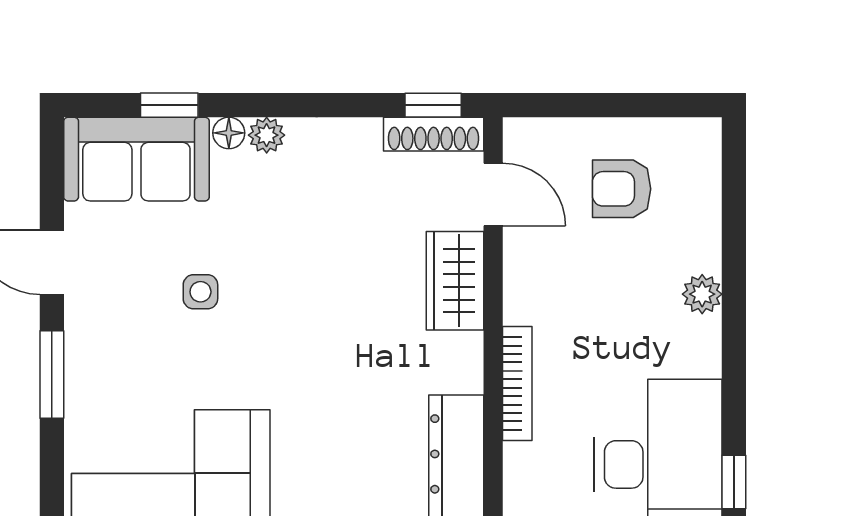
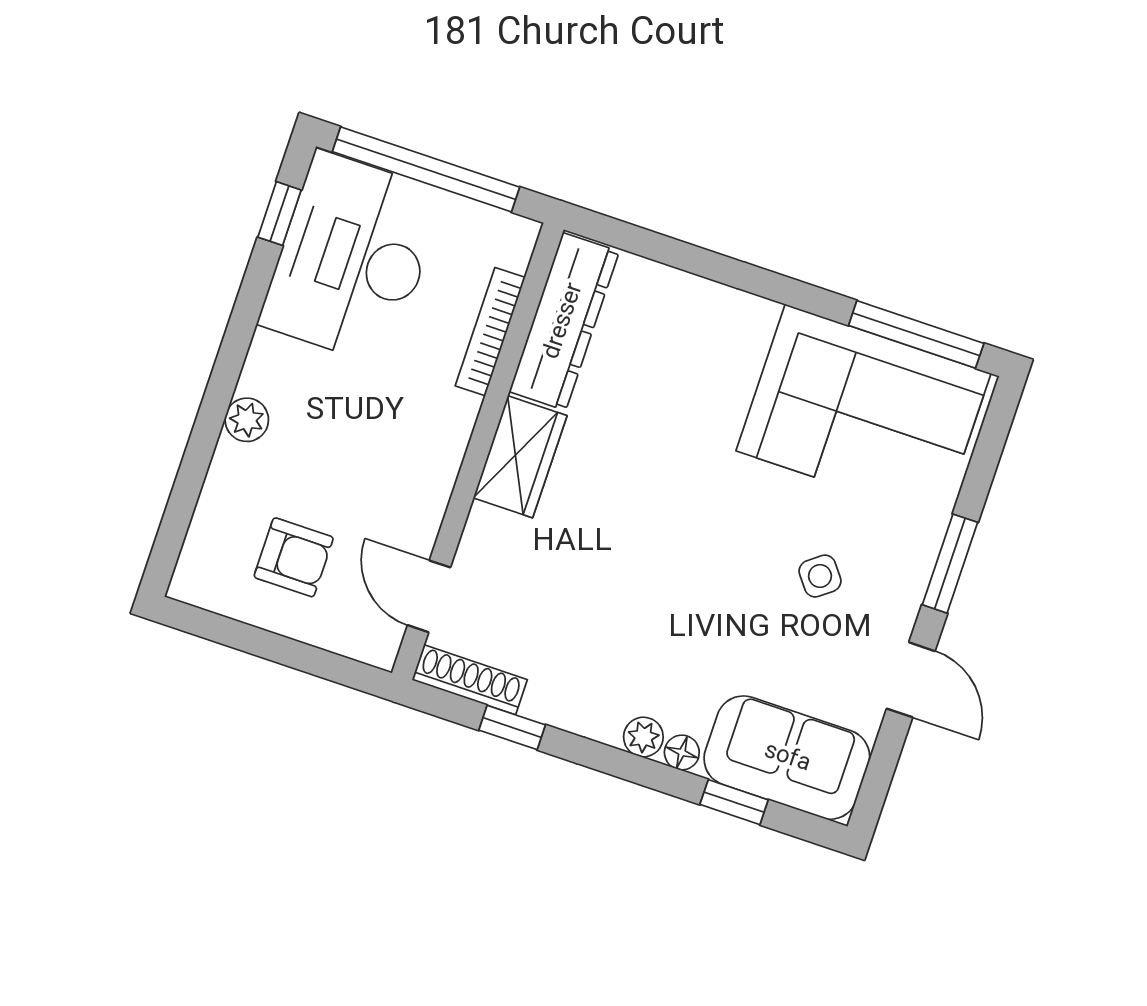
window: (433, 105) -> (512, 727), moved
wardrobe: (455, 281) -> (520, 457), moved
side table: (200, 292) -> (820, 576), moved, turned -38
bookcase: (517, 384) -> (490, 332), moved

